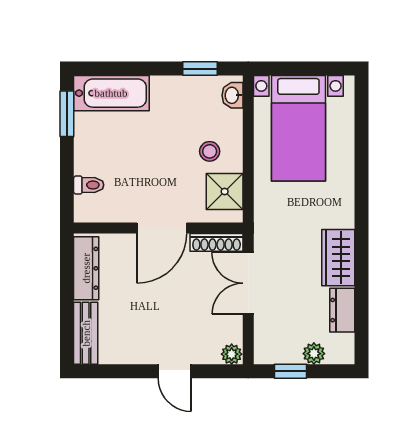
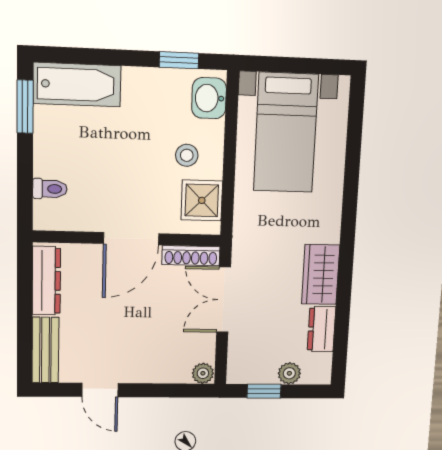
washbasin: (232, 95) -> (209, 98), width x1.38, depth x1.45
door: (175, 371) -> (100, 390), moved

